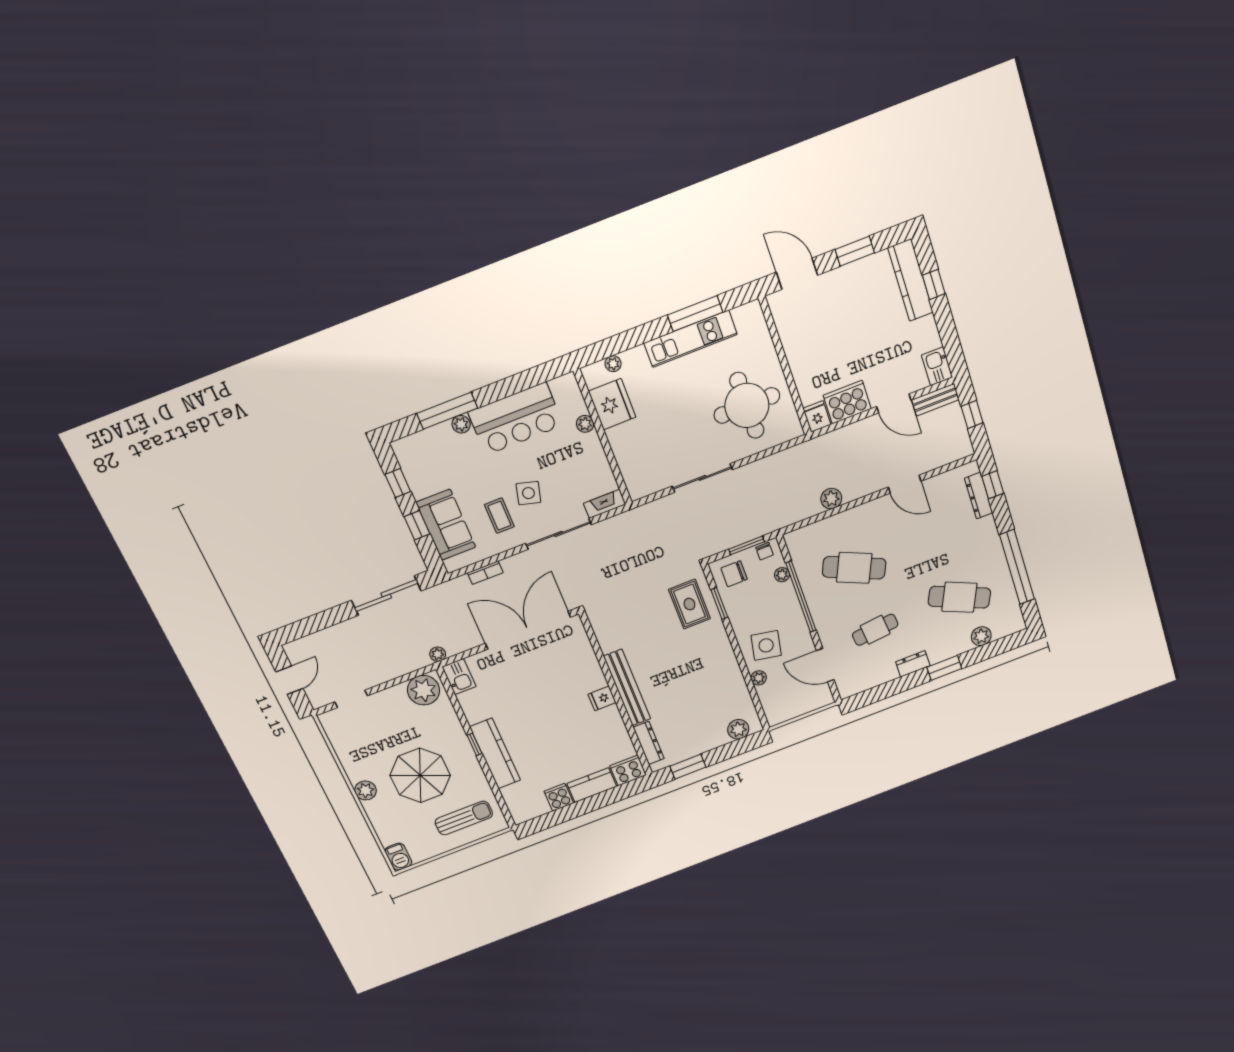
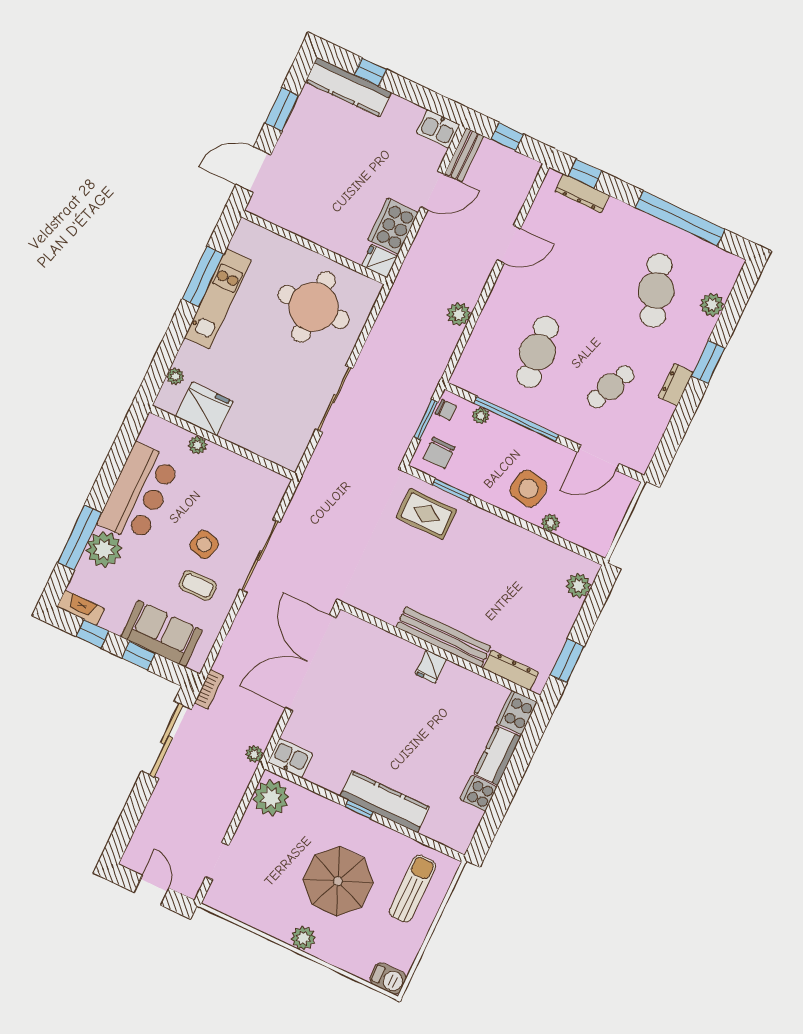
plant: (461, 424) -> (104, 549), width x1.87, depth x1.87
fireplace: (605, 504) -> (81, 608), moved, turned 90
cafe table: (854, 568) -> (537, 352), turned -30
bookcase: (485, 573) -> (209, 689), moved
cafe table: (959, 597) -> (656, 290), turned -42
cafe table: (875, 630) -> (611, 387), turned 30

